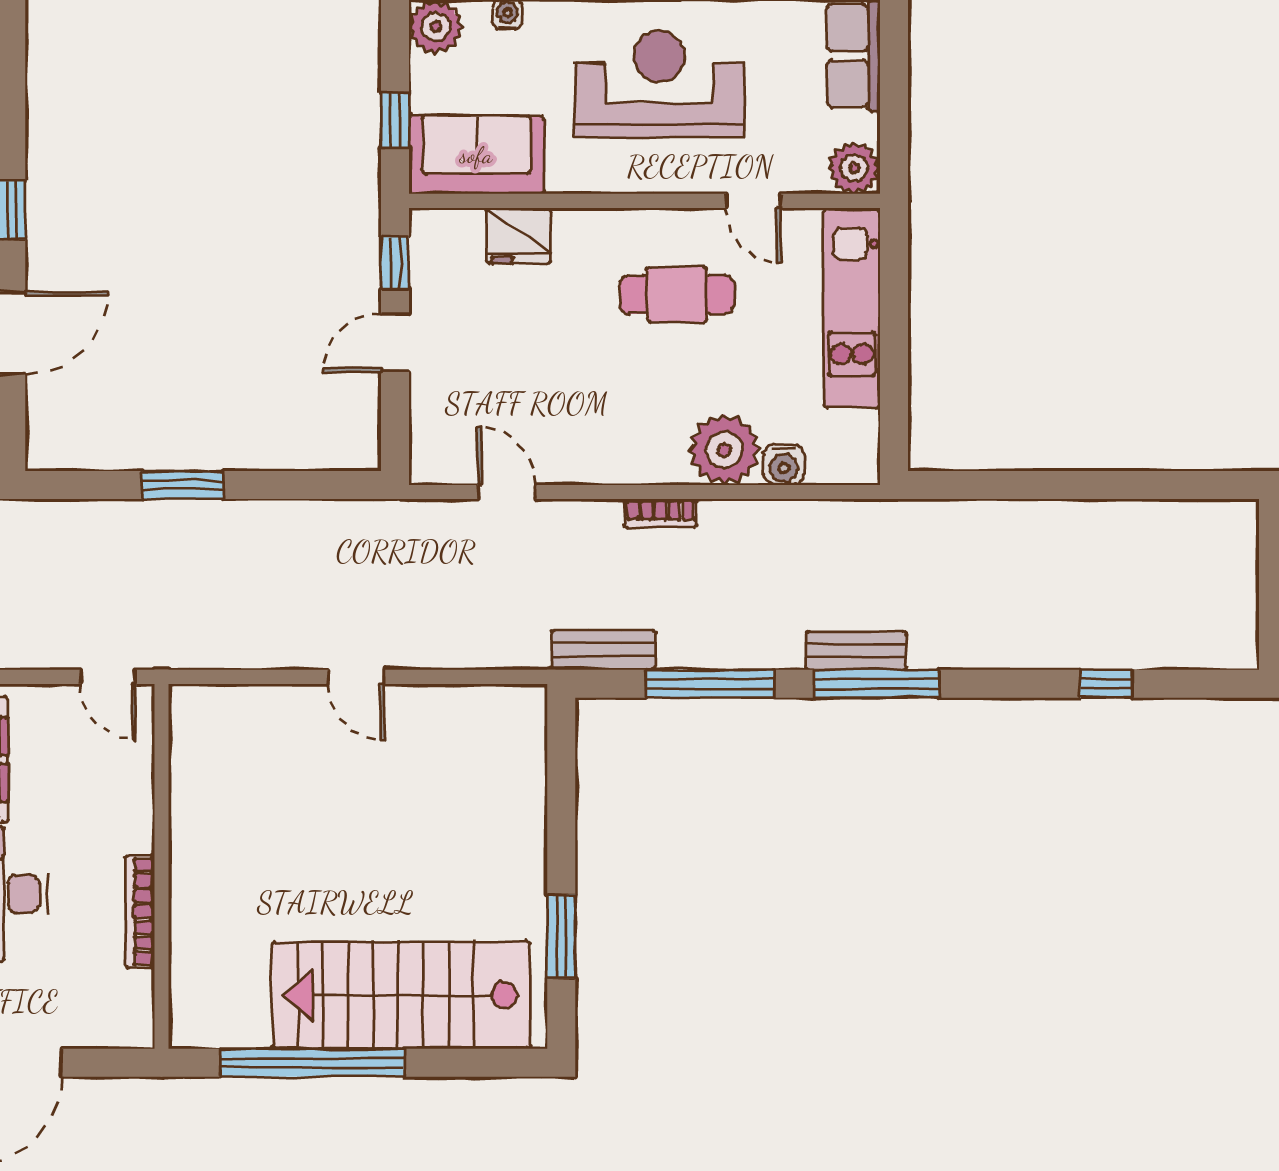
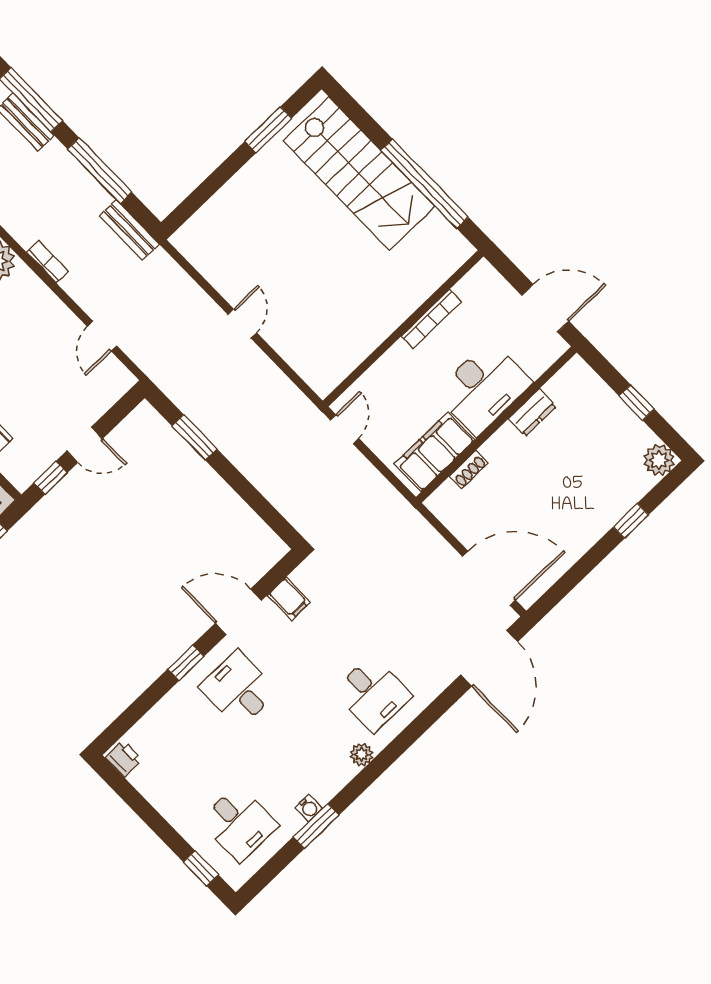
window: (183, 485) -> (195, 437), moved

